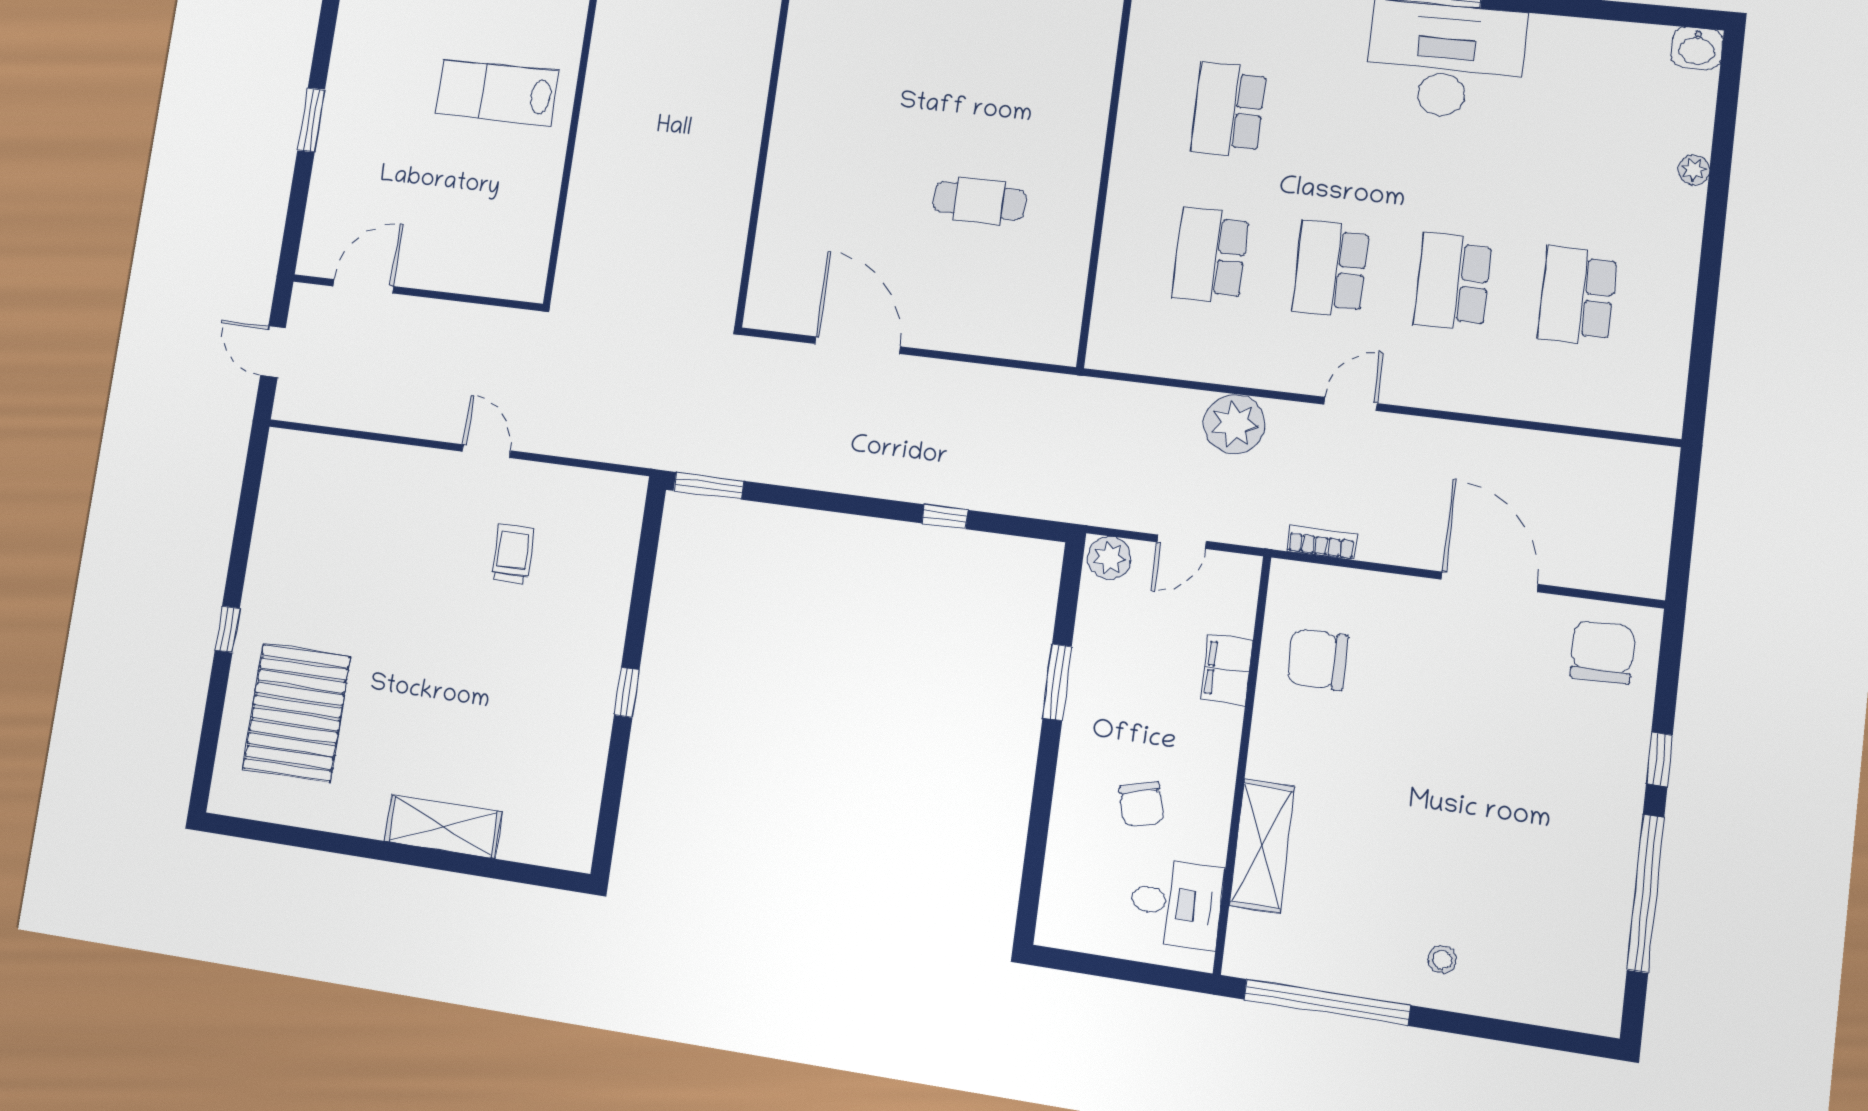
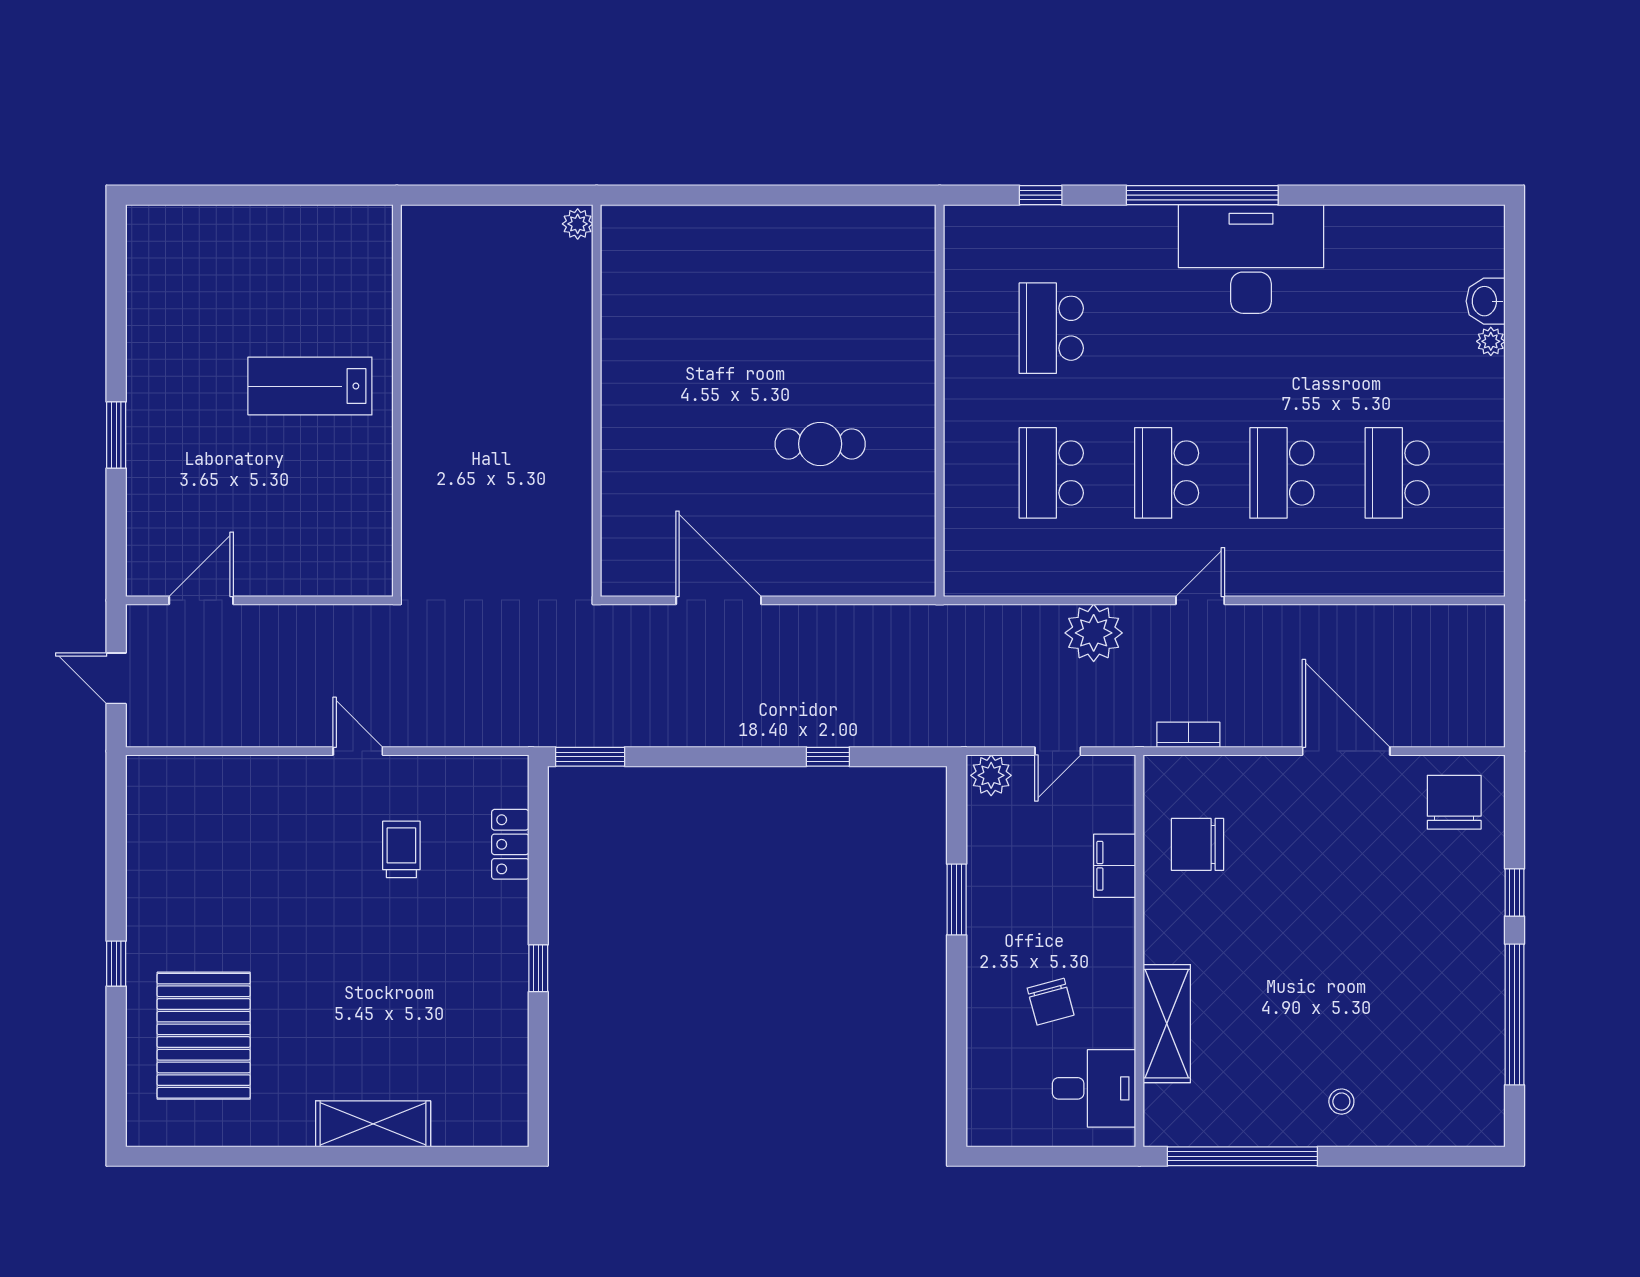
washbasin: (1697, 48) -> (1486, 301), moved, turned 90
locker: (618, 563) -> (510, 844), added

